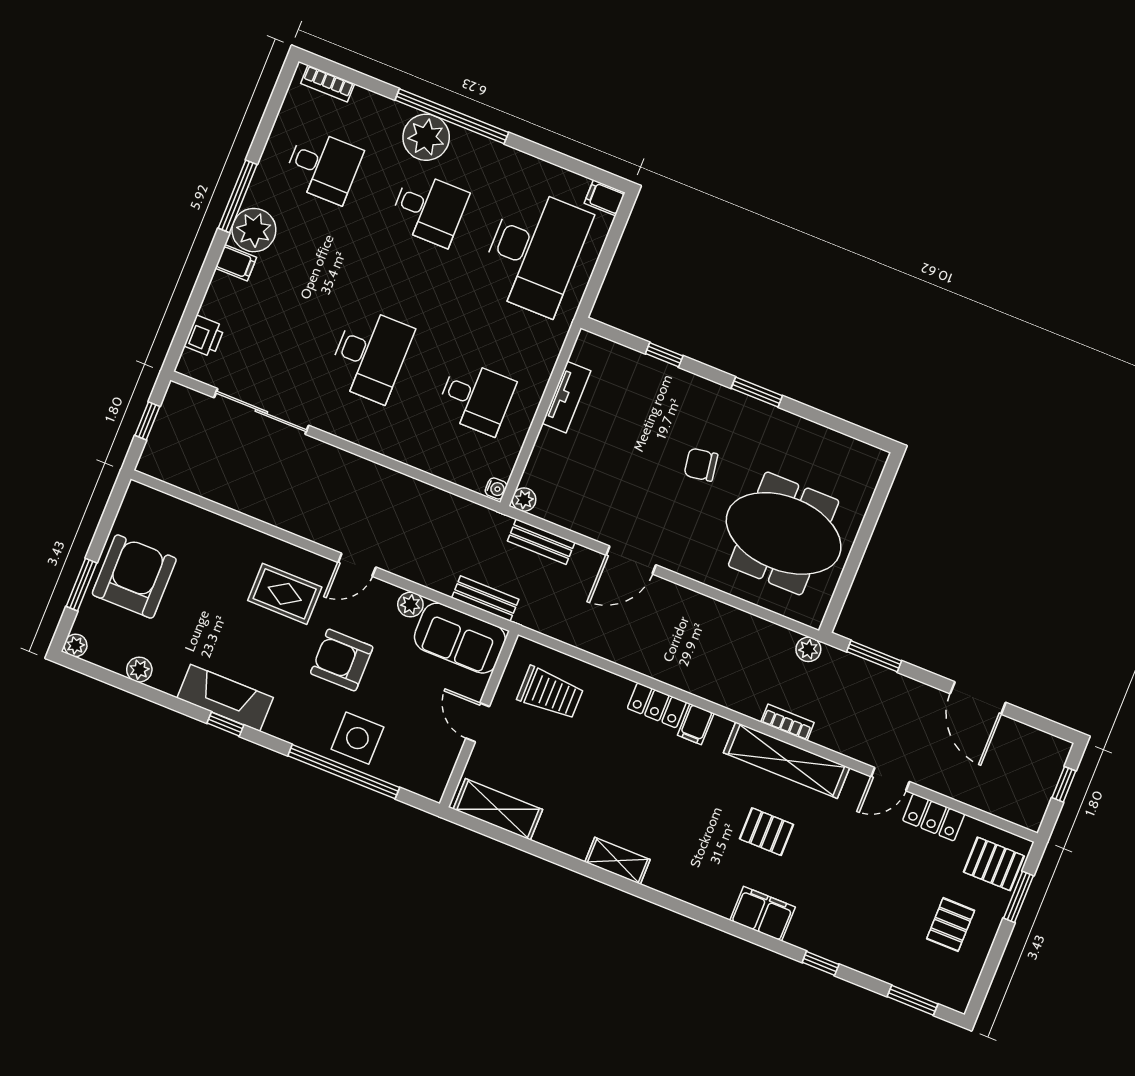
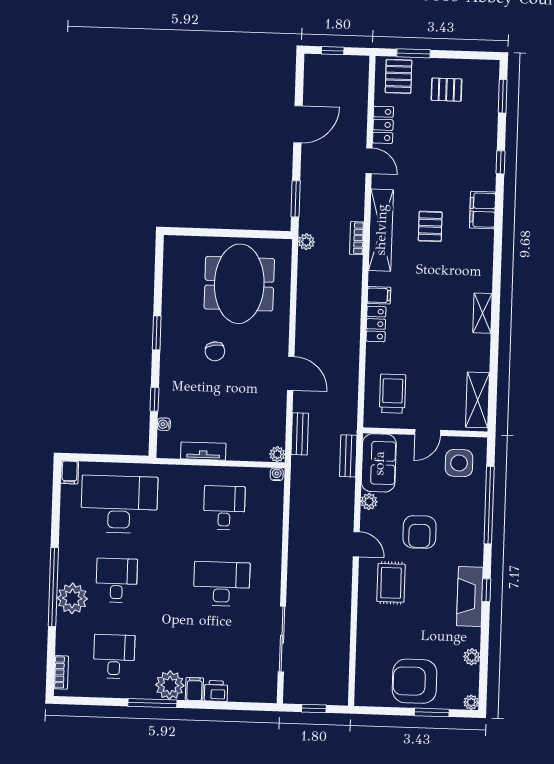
printer: (204, 336) -> (216, 691), moved
water cooler: (624, 355) -> (164, 424), added
side table: (357, 738) -> (459, 463), moved

